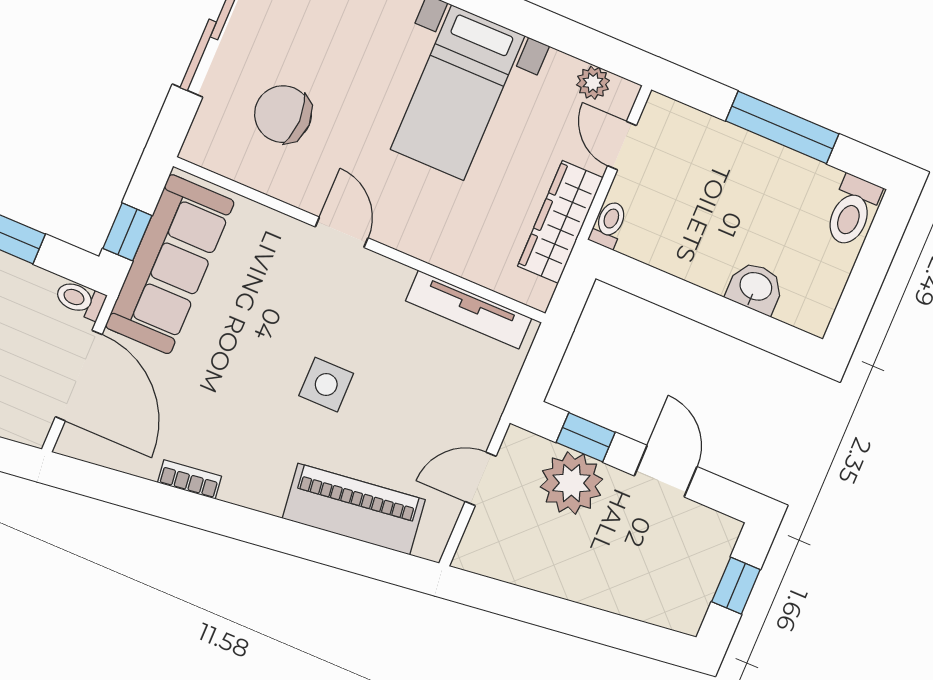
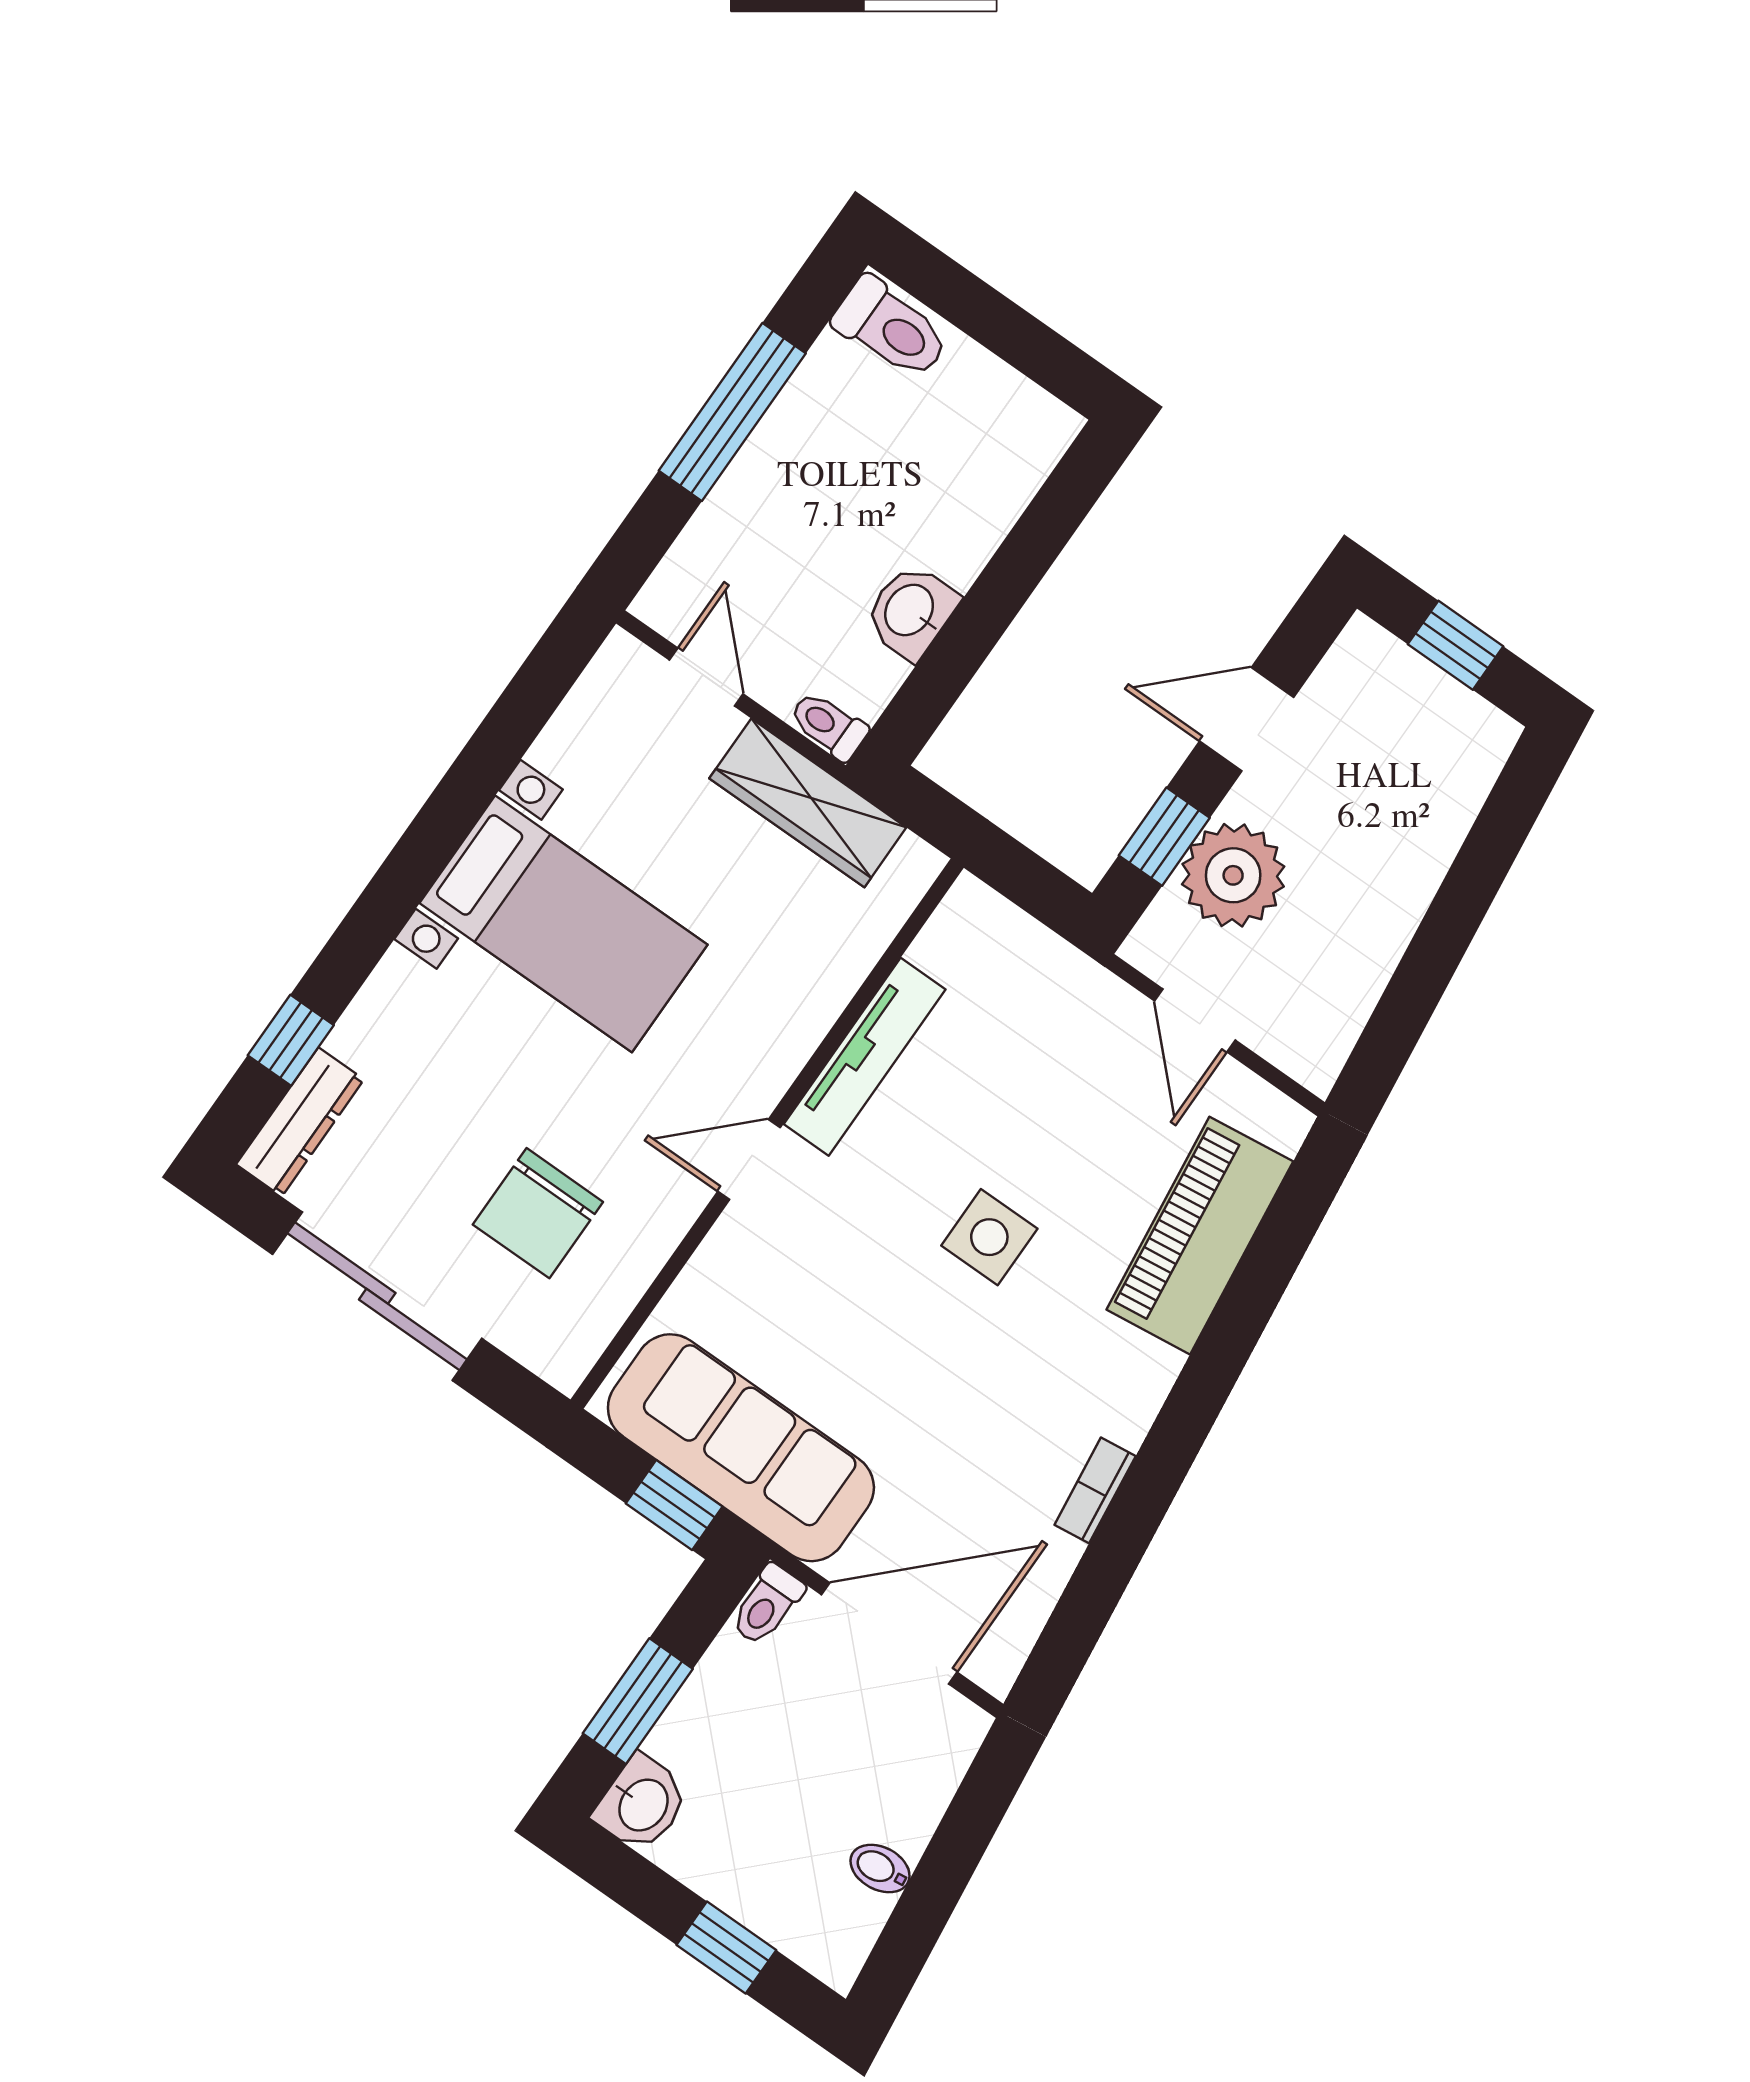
plant: (593, 83) -> (595, 702), removed
door: (622, 146) -> (706, 677), swing flipped
washbasin: (755, 288) -> (911, 611), moved
tv unit: (469, 310) -> (865, 1057), moved

